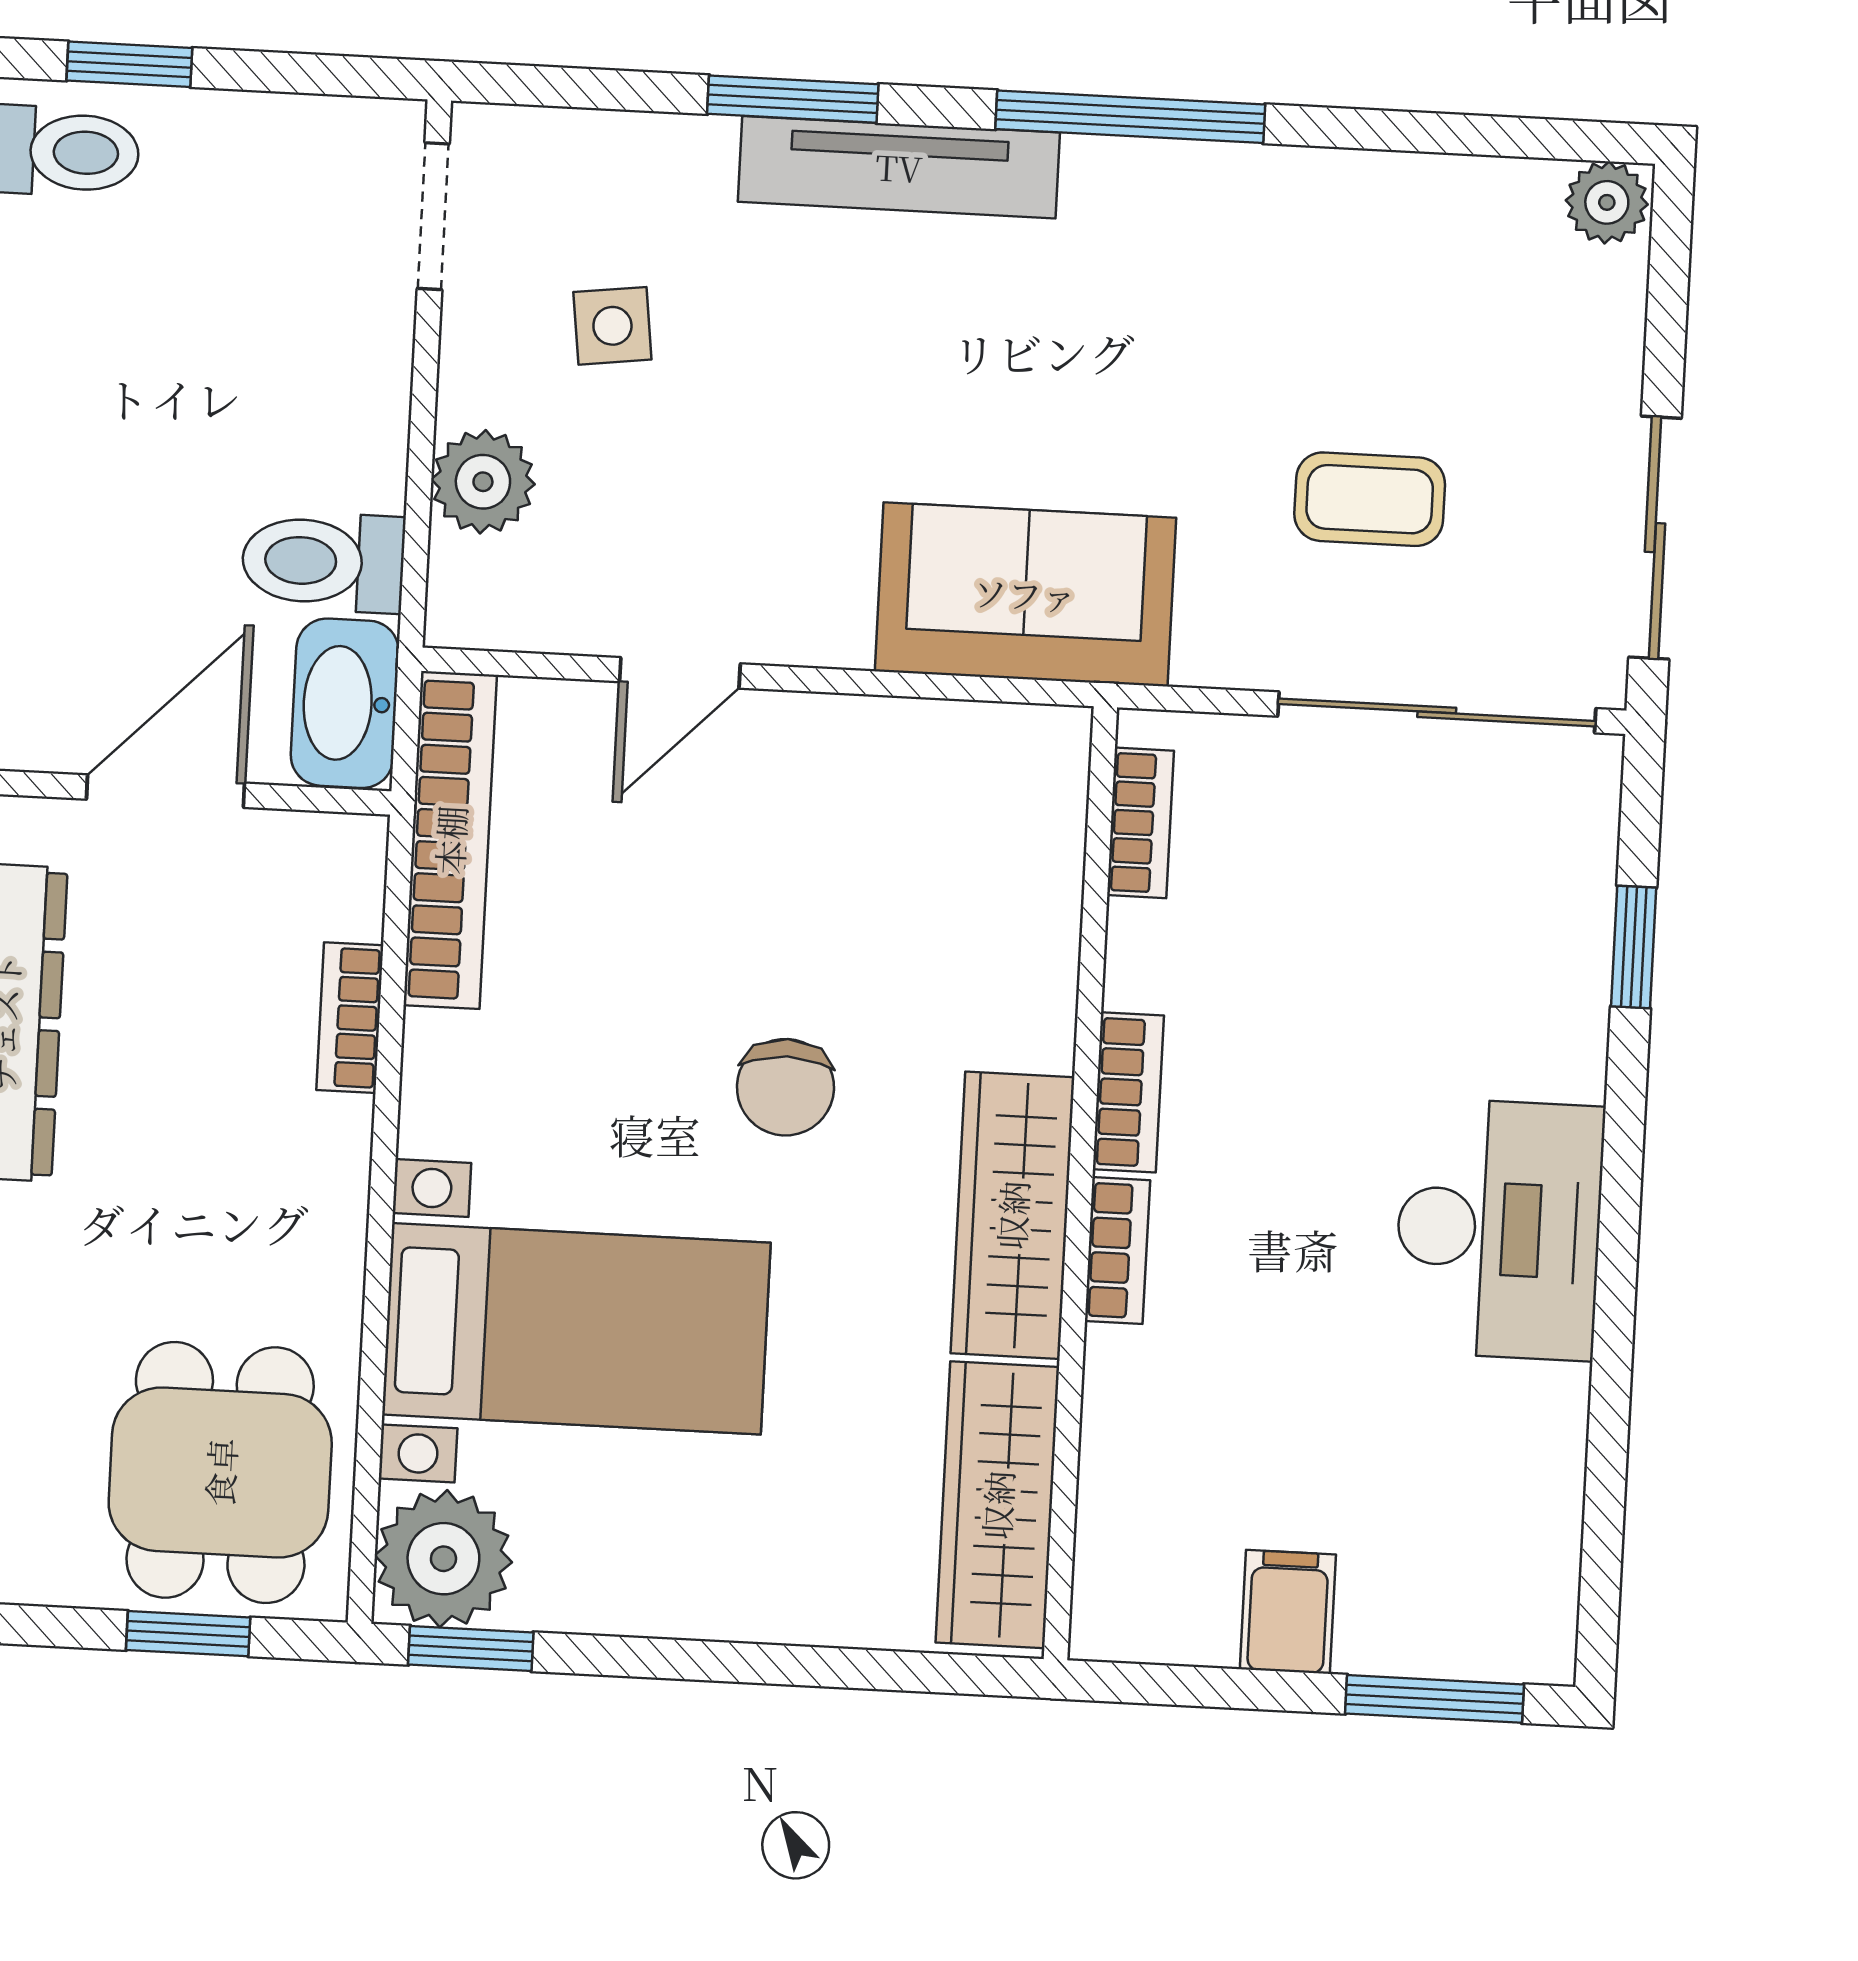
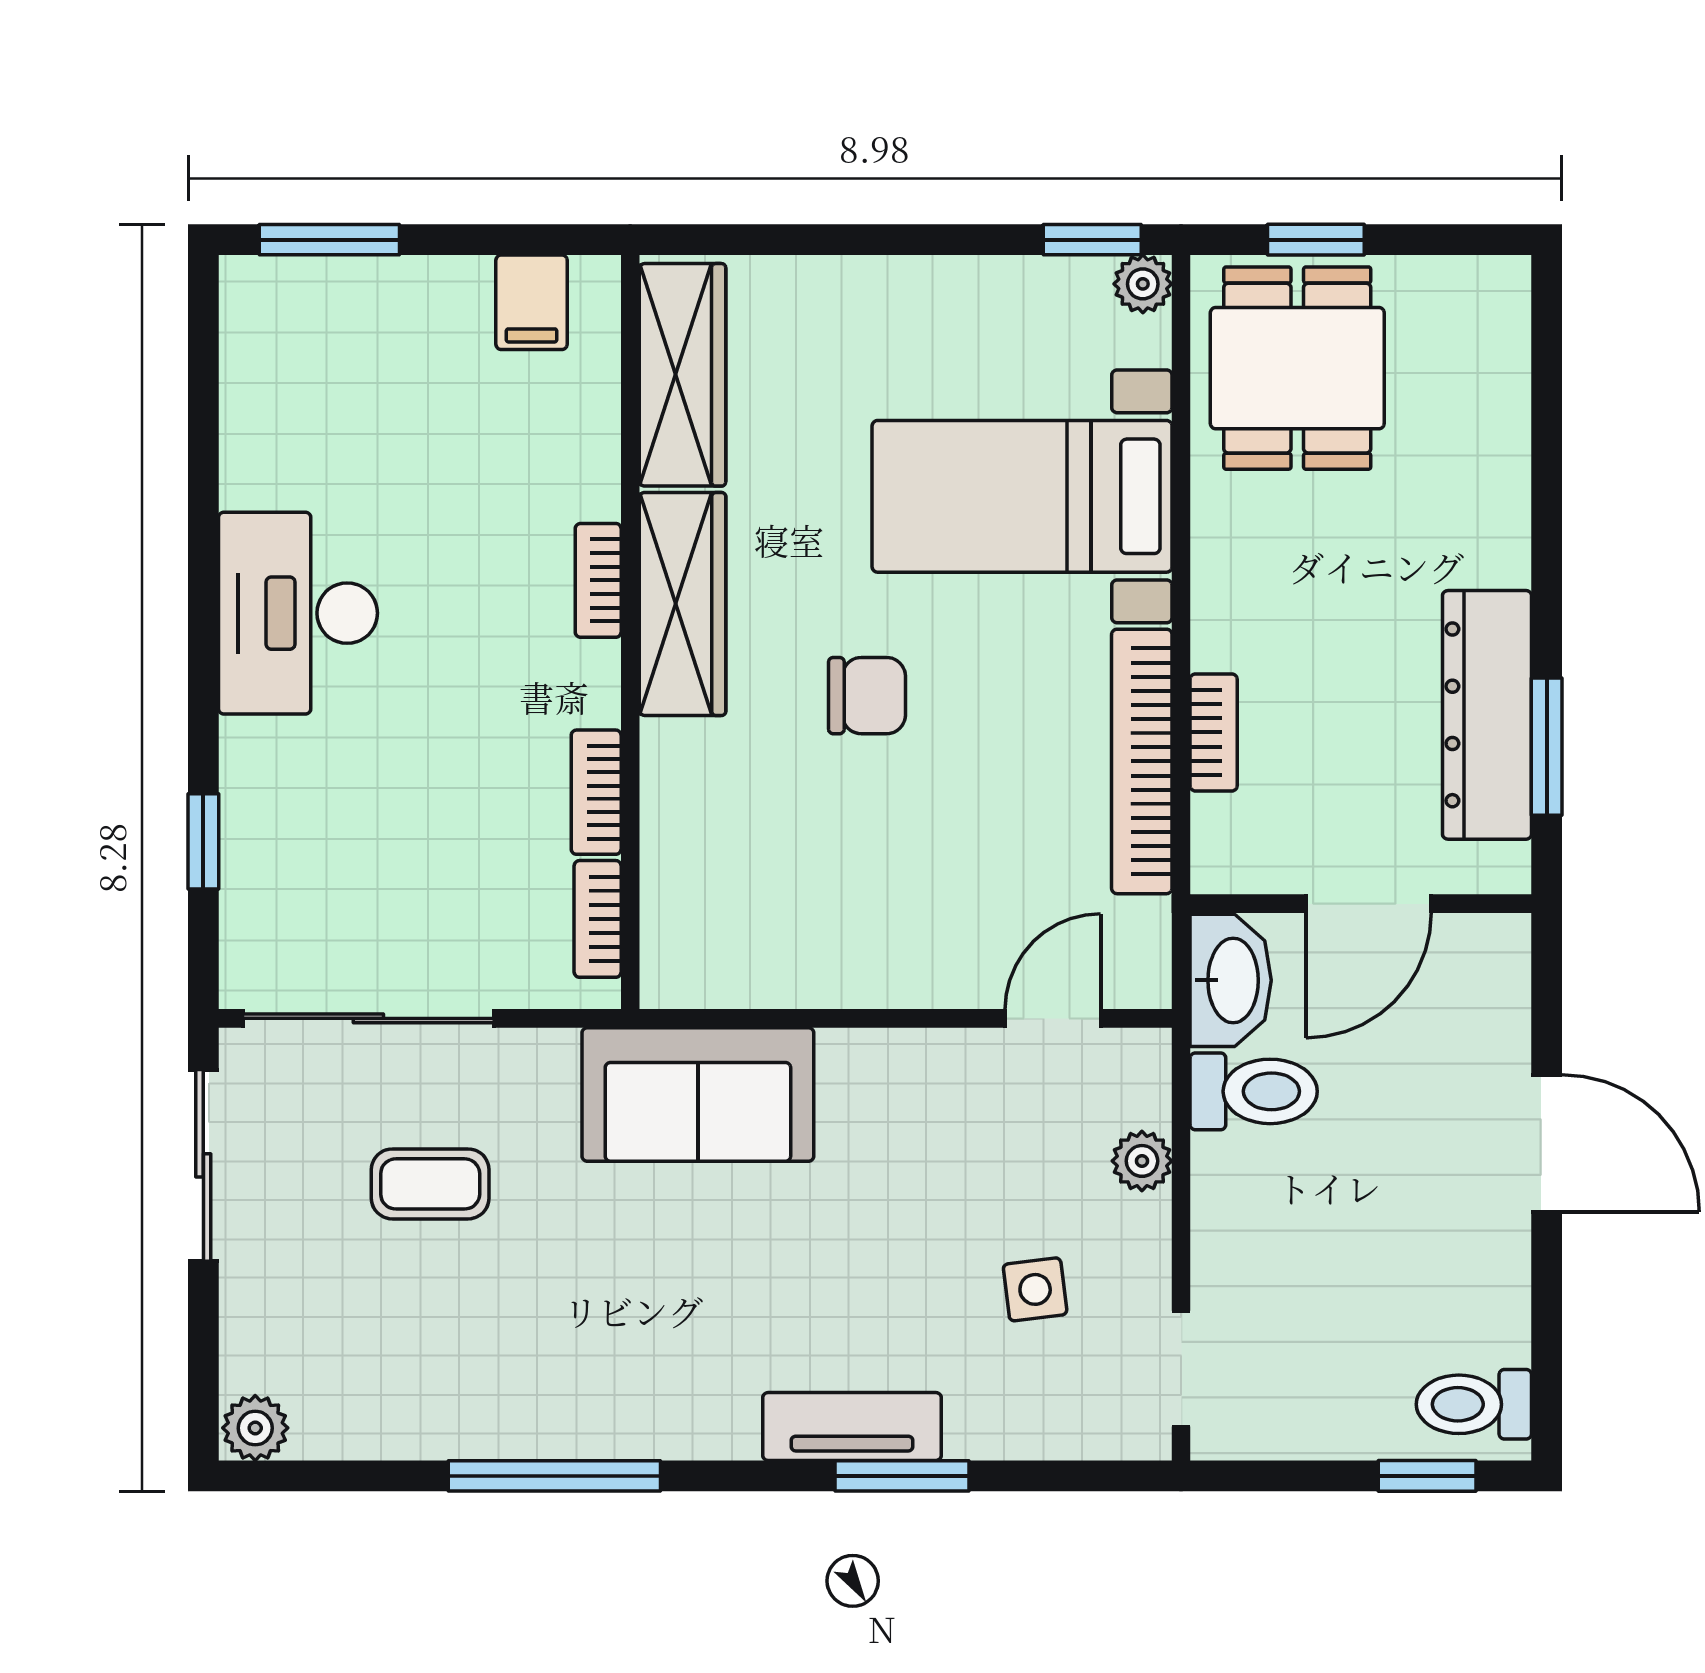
window: (1130, 117) -> (554, 1476), moved
tv unit: (899, 167) -> (852, 1427), width x0.71
plant: (483, 482) -> (1142, 1161), width x0.73, depth x0.73
door: (680, 673) -> (1053, 1018), moved
bookcase: (450, 840) -> (1142, 761), moved
chair: (785, 1087) -> (867, 696), turned 90
bookcase: (1128, 1092) -> (596, 792), moved
plant: (443, 1559) -> (1143, 284), width x0.53, depth x0.53
filing cabinet: (1288, 1612) -> (532, 302), moved

